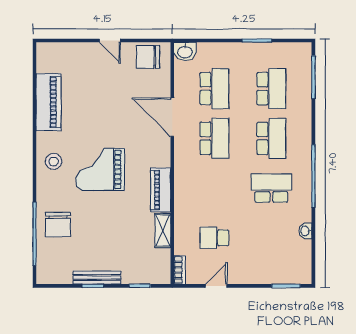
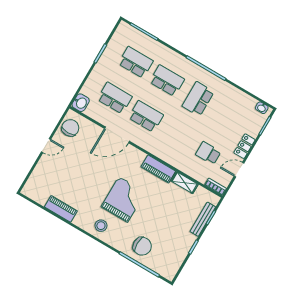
chair: (148, 57) -> (70, 128), turned 180
piano: (49, 102) -> (61, 209), width x0.73, depth x0.75
grand piano: (100, 169) -> (123, 199), turned 180
washbasin: (305, 231) -> (262, 108), moved
school desk: (214, 238) -> (208, 153), turned 90
locker: (248, 276) -> (245, 146), added
bench: (97, 278) -> (203, 219), moved
door: (216, 286) -> (239, 170), hinge flipped

